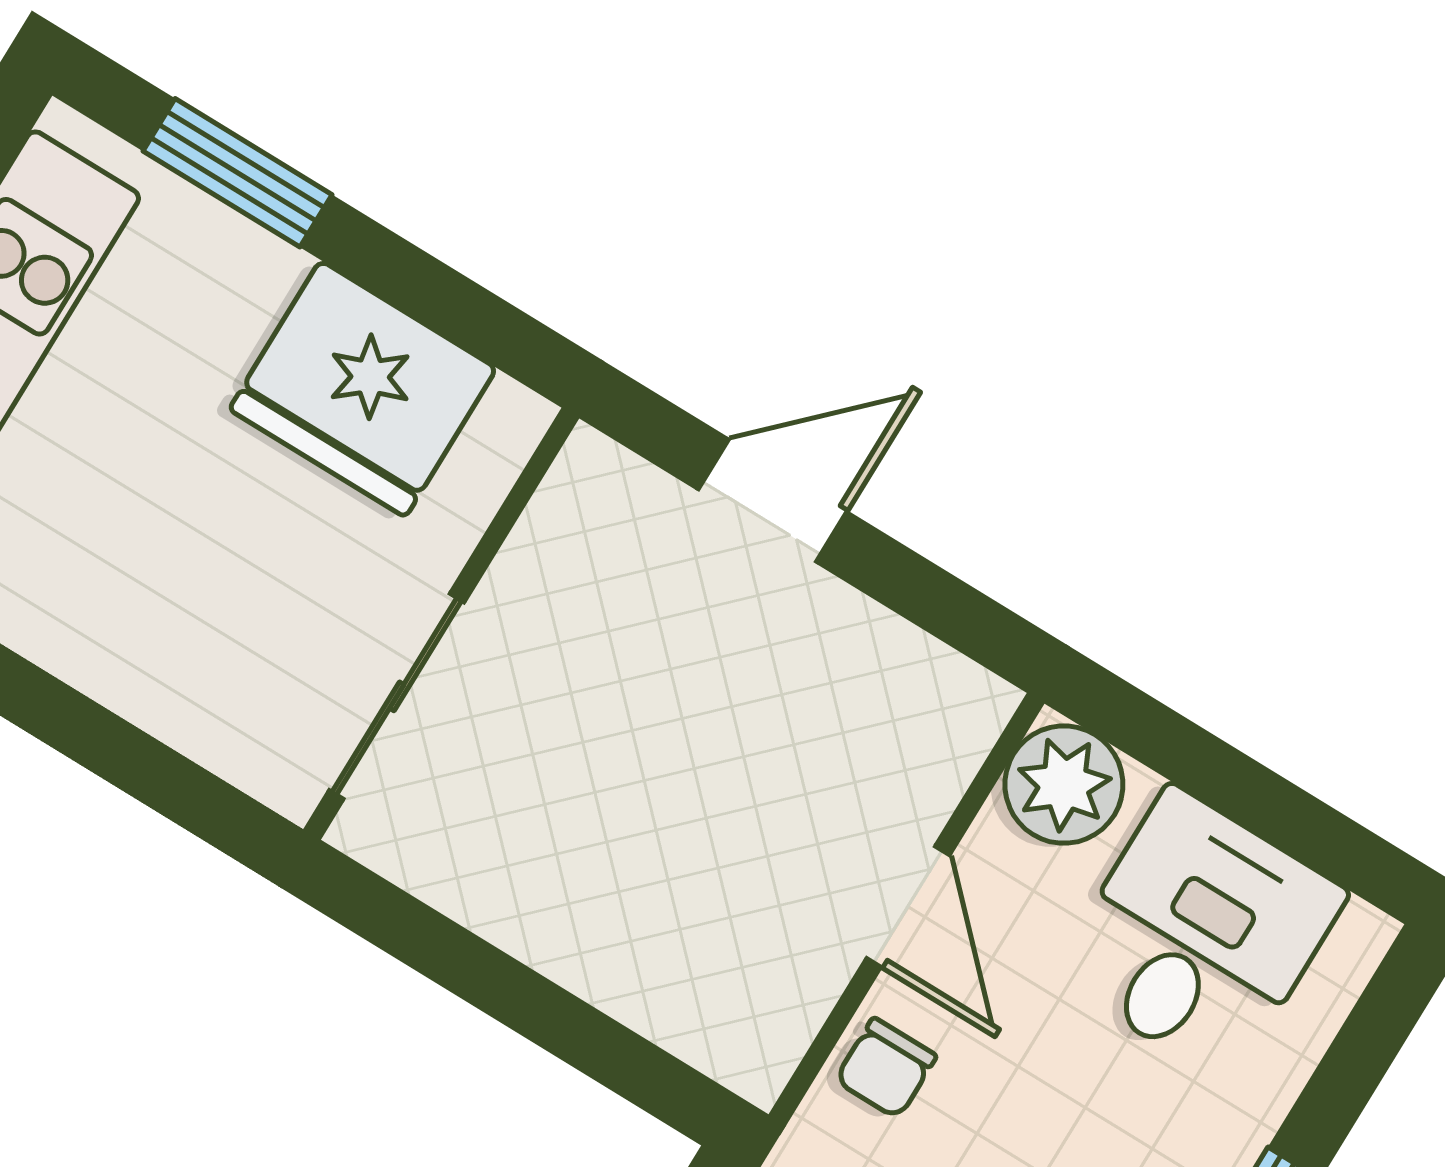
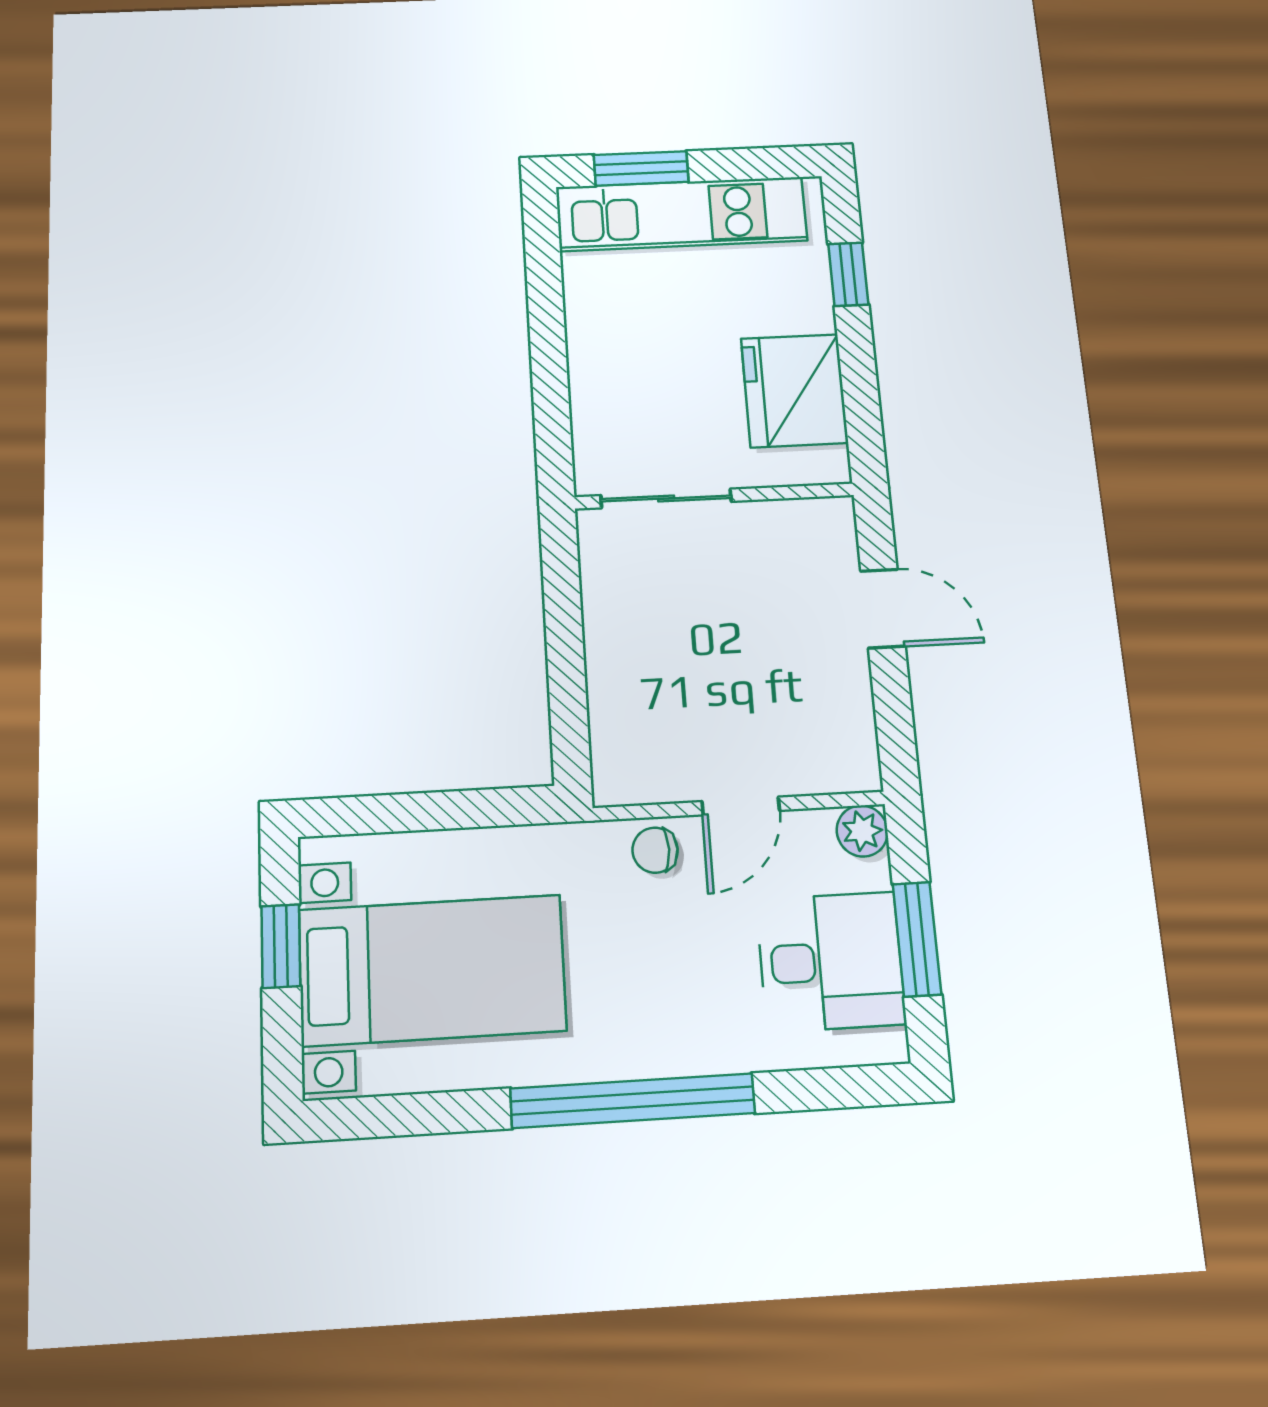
window: (237, 173) -> (848, 274), width x0.67
plant: (1064, 785) -> (862, 831), width x0.73, depth x0.73
window: (1253, 795) -> (917, 939), added

